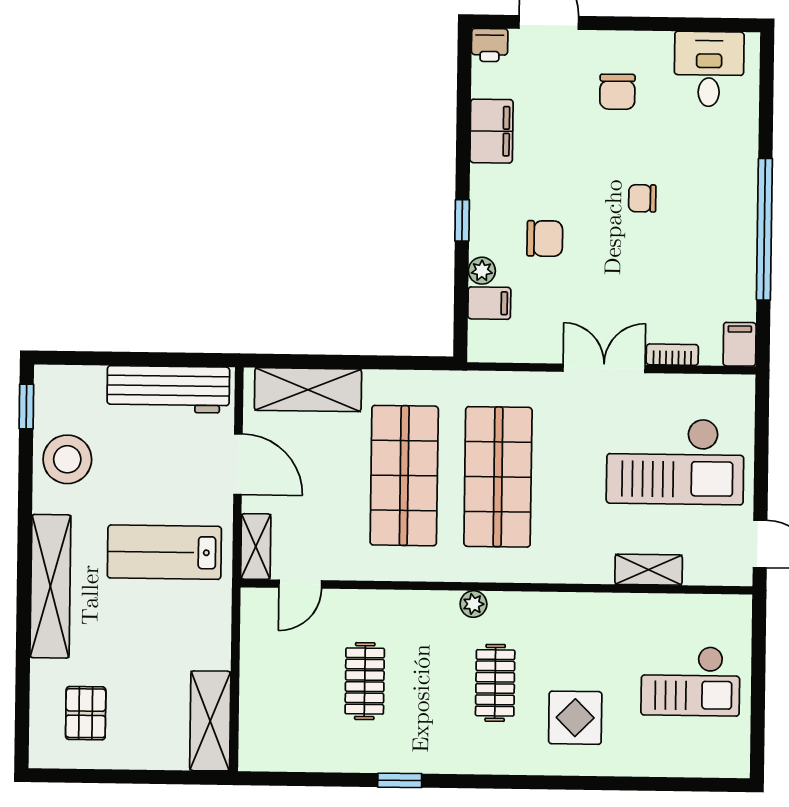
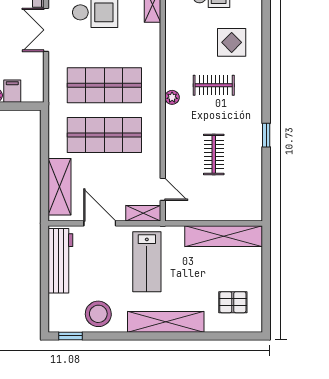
door: (238, 464) -> (100, 223), hinge flipped
clothes rail: (365, 681) -> (214, 154), turned 90
shelving: (210, 721) -> (224, 236), width x1.47

